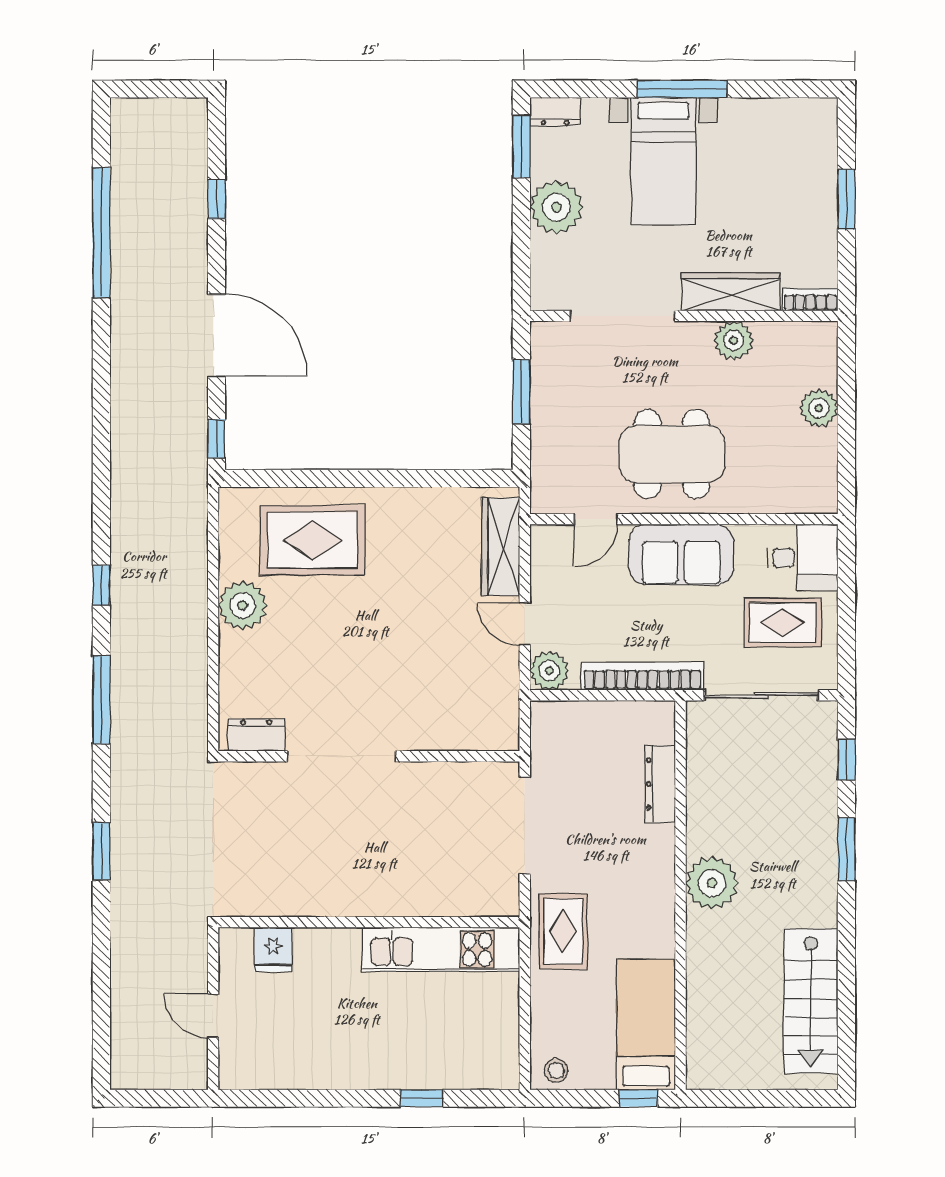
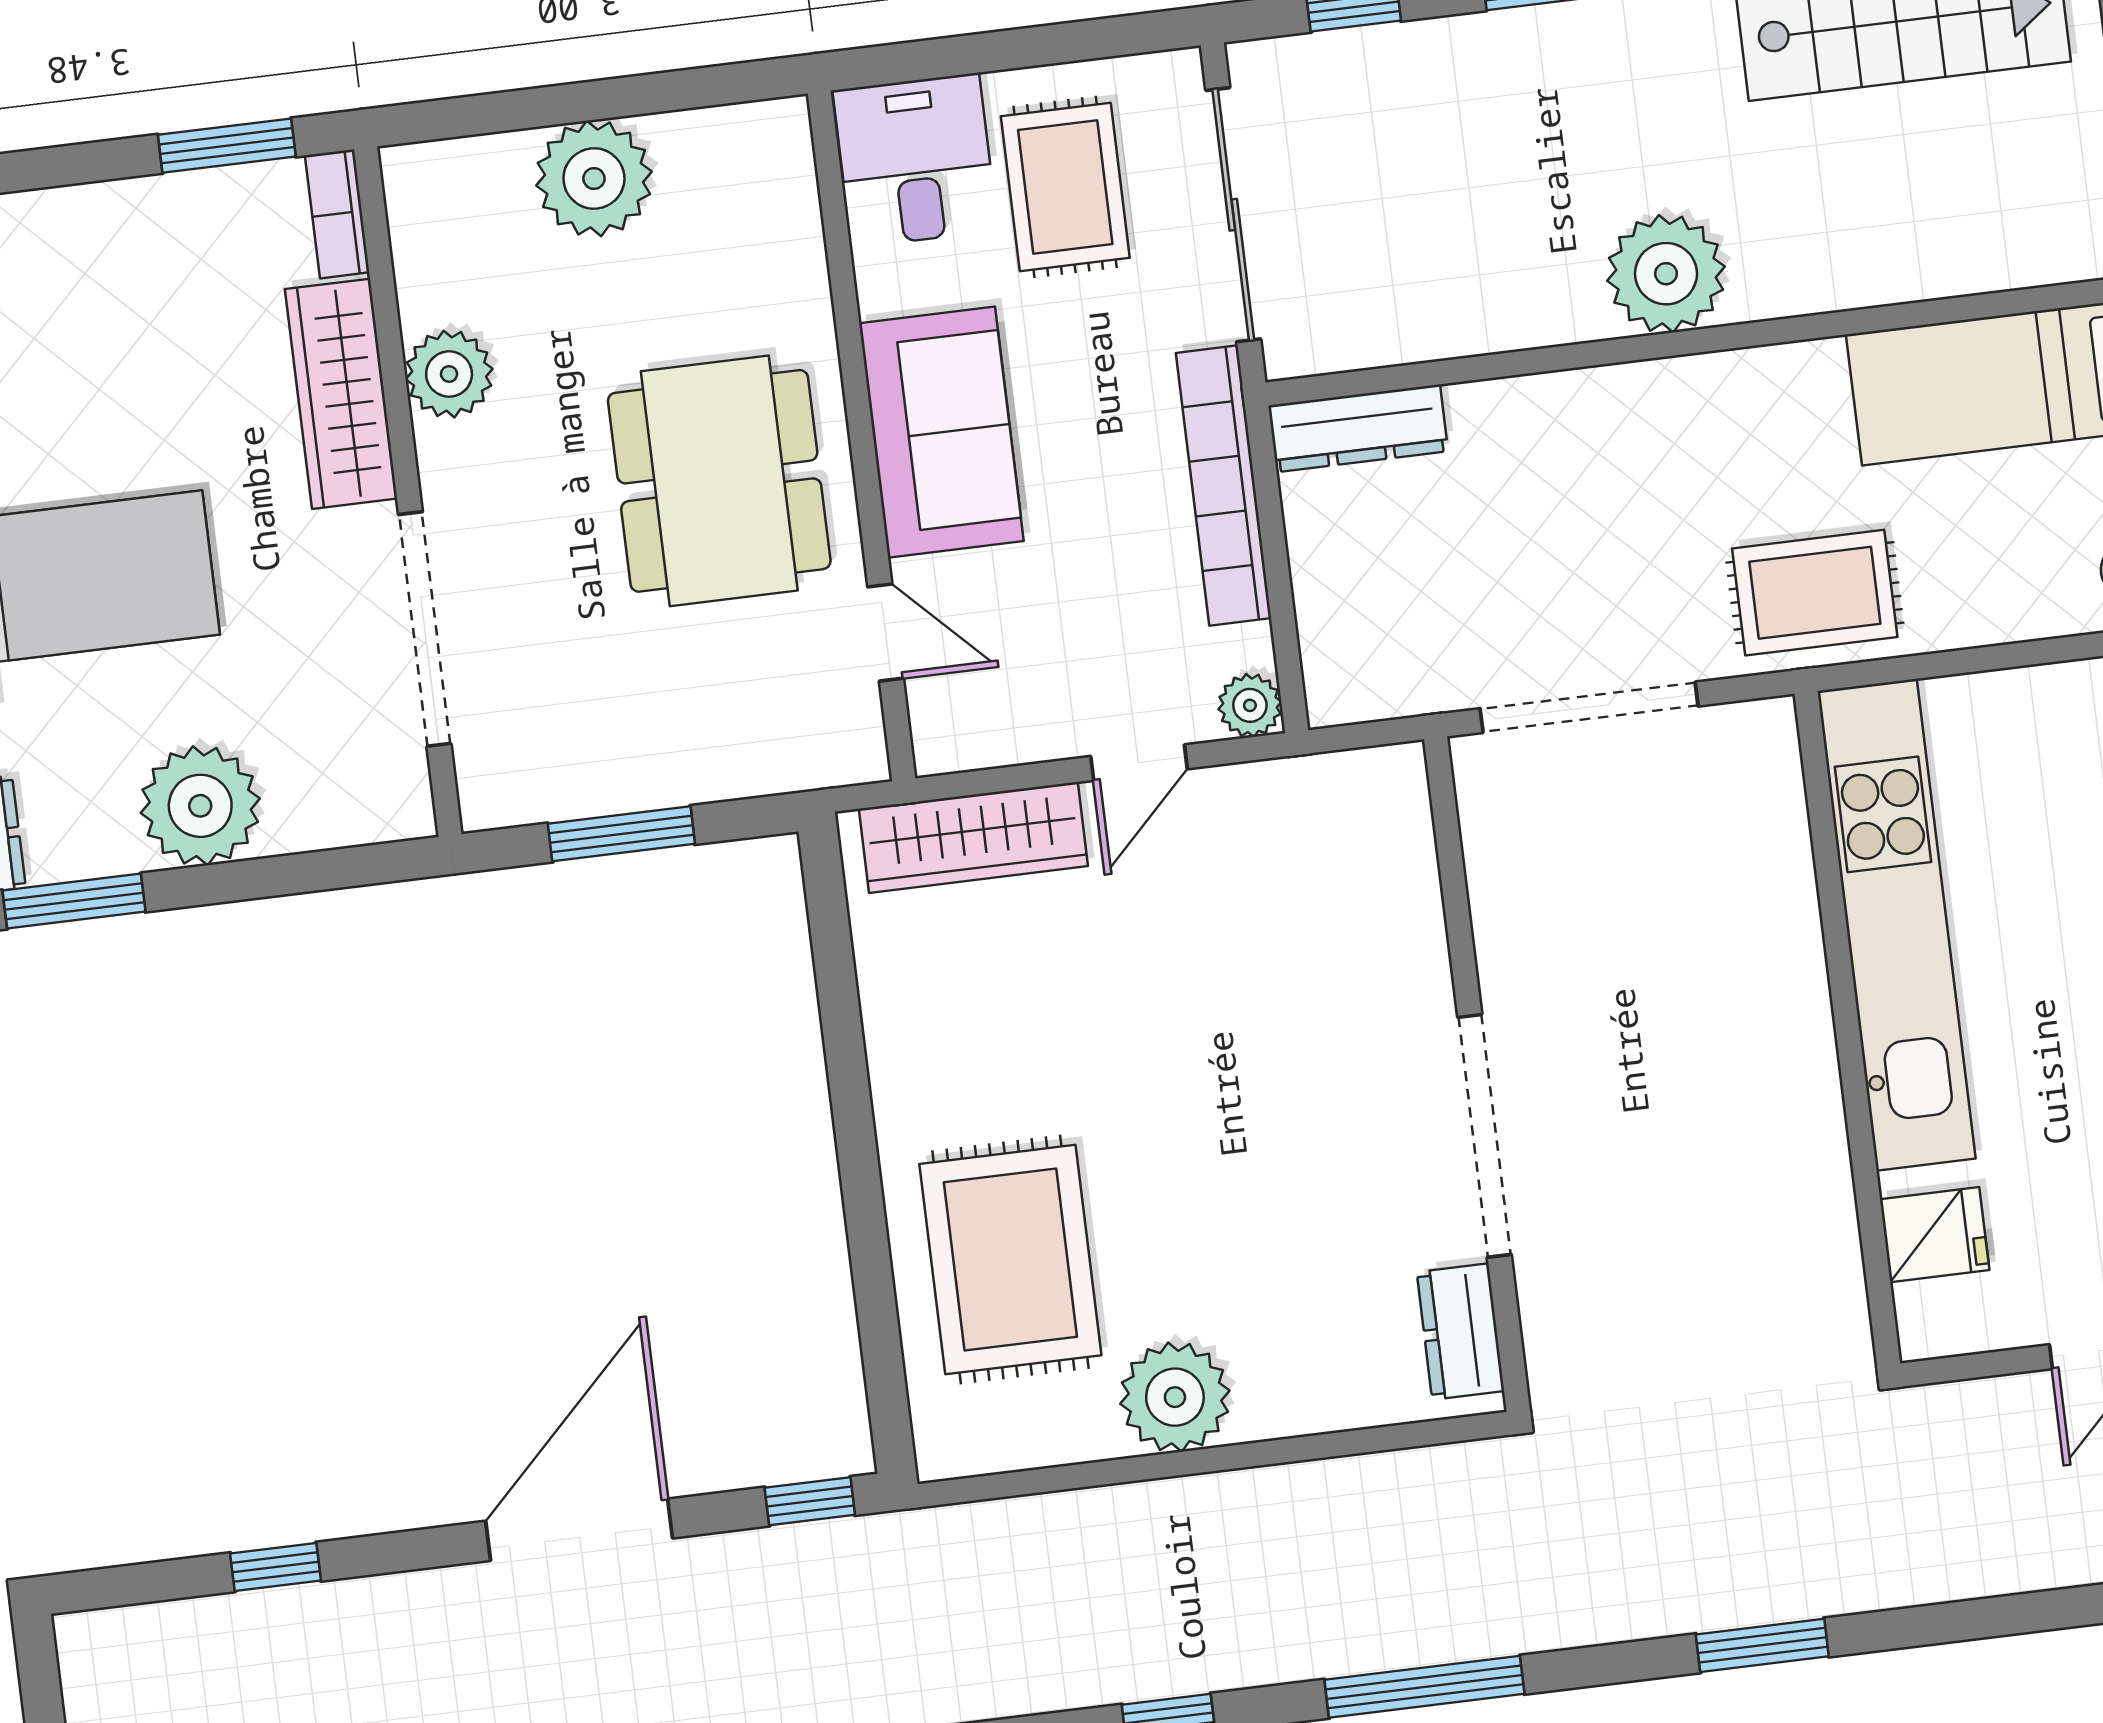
window: (846, 199) -> (227, 146), moved
plant: (819, 408) -> (594, 178), width x1.36, depth x1.36
plant: (549, 671) -> (1250, 705), width x0.73, depth x0.73
dresser: (660, 784) -> (1358, 428), moved
kitchen unit: (441, 949) -> (1896, 925), width x1.36

